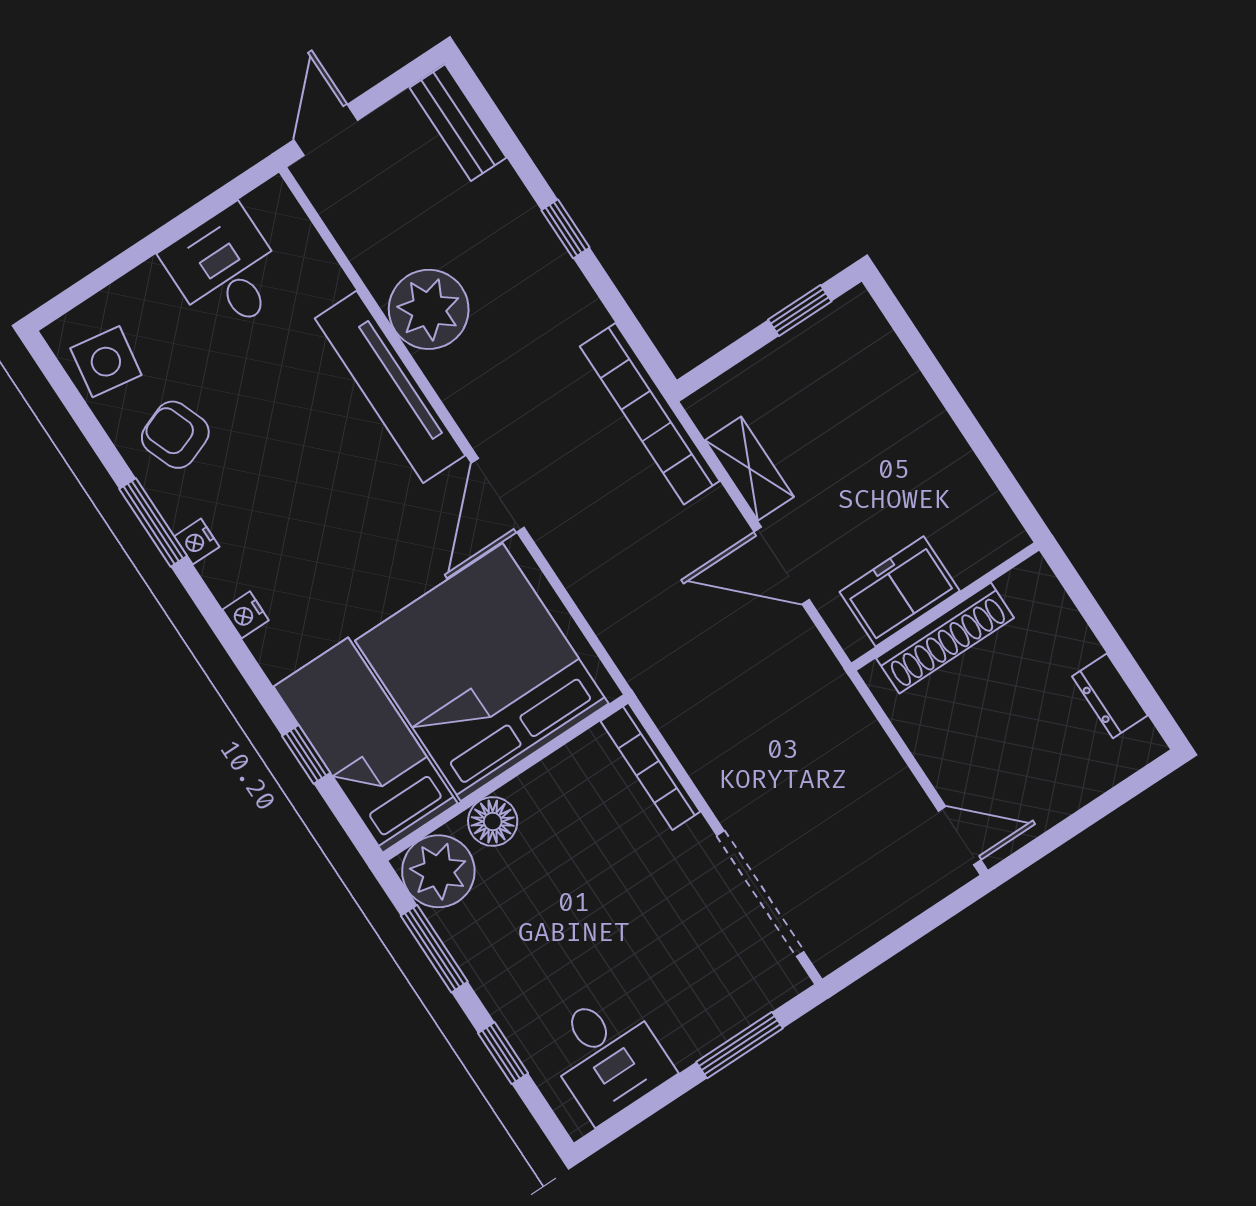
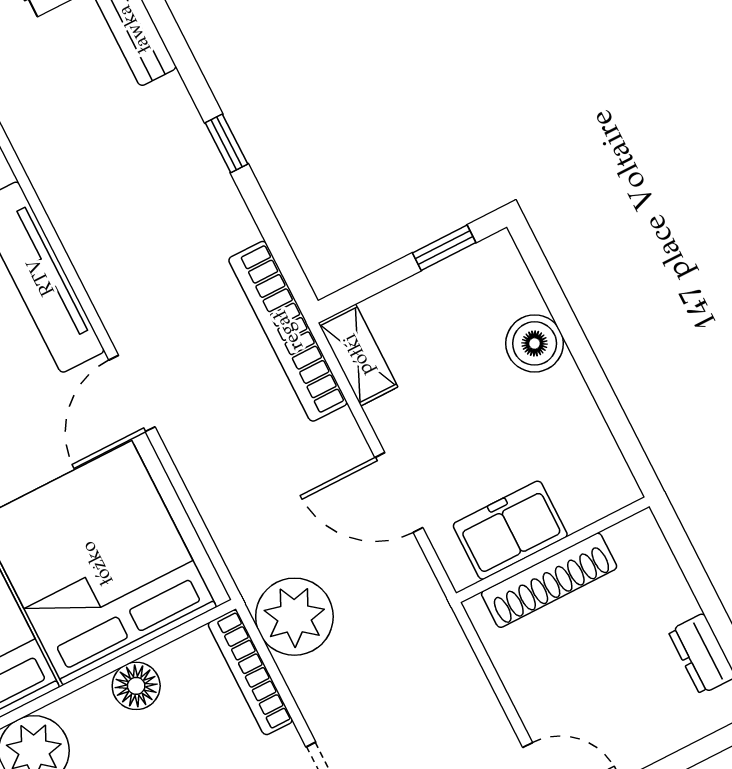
plant: (429, 309) -> (294, 617), moved
boiler: (903, 398) -> (535, 343), added
shelving: (750, 468) -> (358, 355), moved
floor lamp: (493, 821) -> (136, 686), moved

